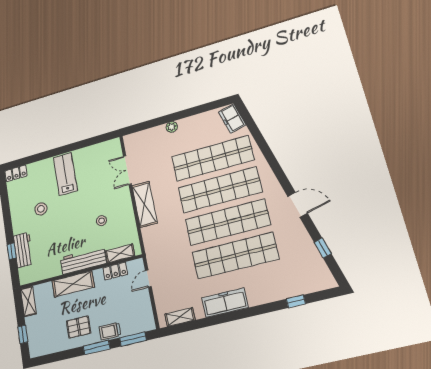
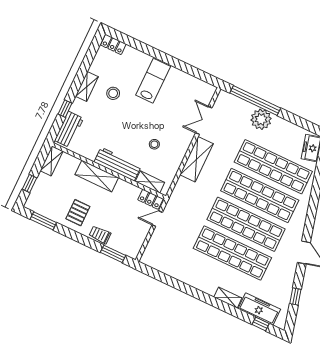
window: (157, 122) -> (255, 101), added
plant: (172, 127) -> (261, 119), width x1.88, depth x1.88
shelving: (17, 220) -> (87, 86), added
workbench: (23, 250) -> (69, 129), moved
locker: (115, 271) -> (150, 199), moved
window: (296, 301) -> (261, 324), moved
freezer: (225, 303) -> (259, 309), moved
shelving: (180, 317) -> (228, 298), moved
pallet: (79, 327) -> (78, 213), turned 90
window: (97, 348) -> (43, 221), moved

